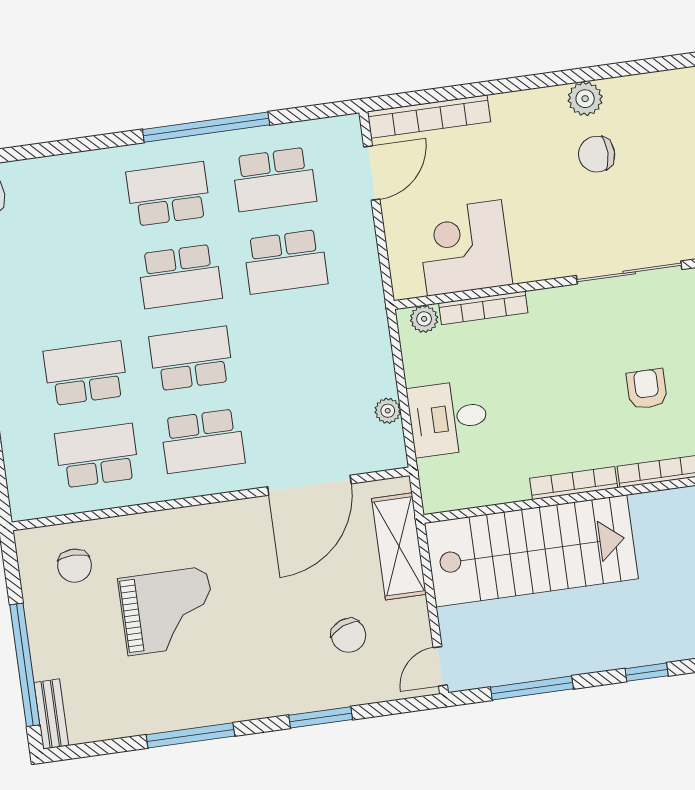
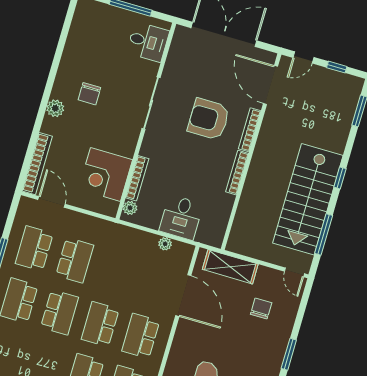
plant: (585, 99) -> (55, 108), moved
school desk: (274, 179) -> (34, 248), turned 180
armchair: (647, 389) -> (209, 119), width x1.88, depth x1.88
school desk: (203, 441) -> (141, 336), turned 180
stairs: (531, 551) -> (308, 199), moved, turned 180
chair: (349, 635) -> (261, 309), turned -68
window: (321, 717) -> (289, 354), moved

